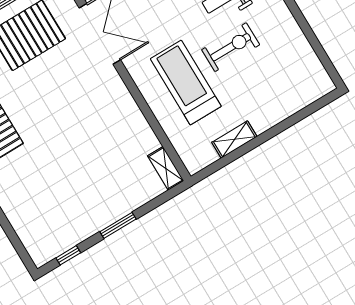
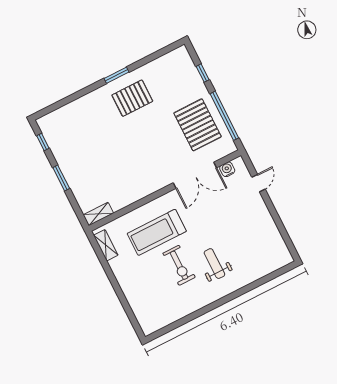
treadmill: (186, 82) -> (157, 232), turned 180
shelving: (234, 139) -> (106, 245), moved

